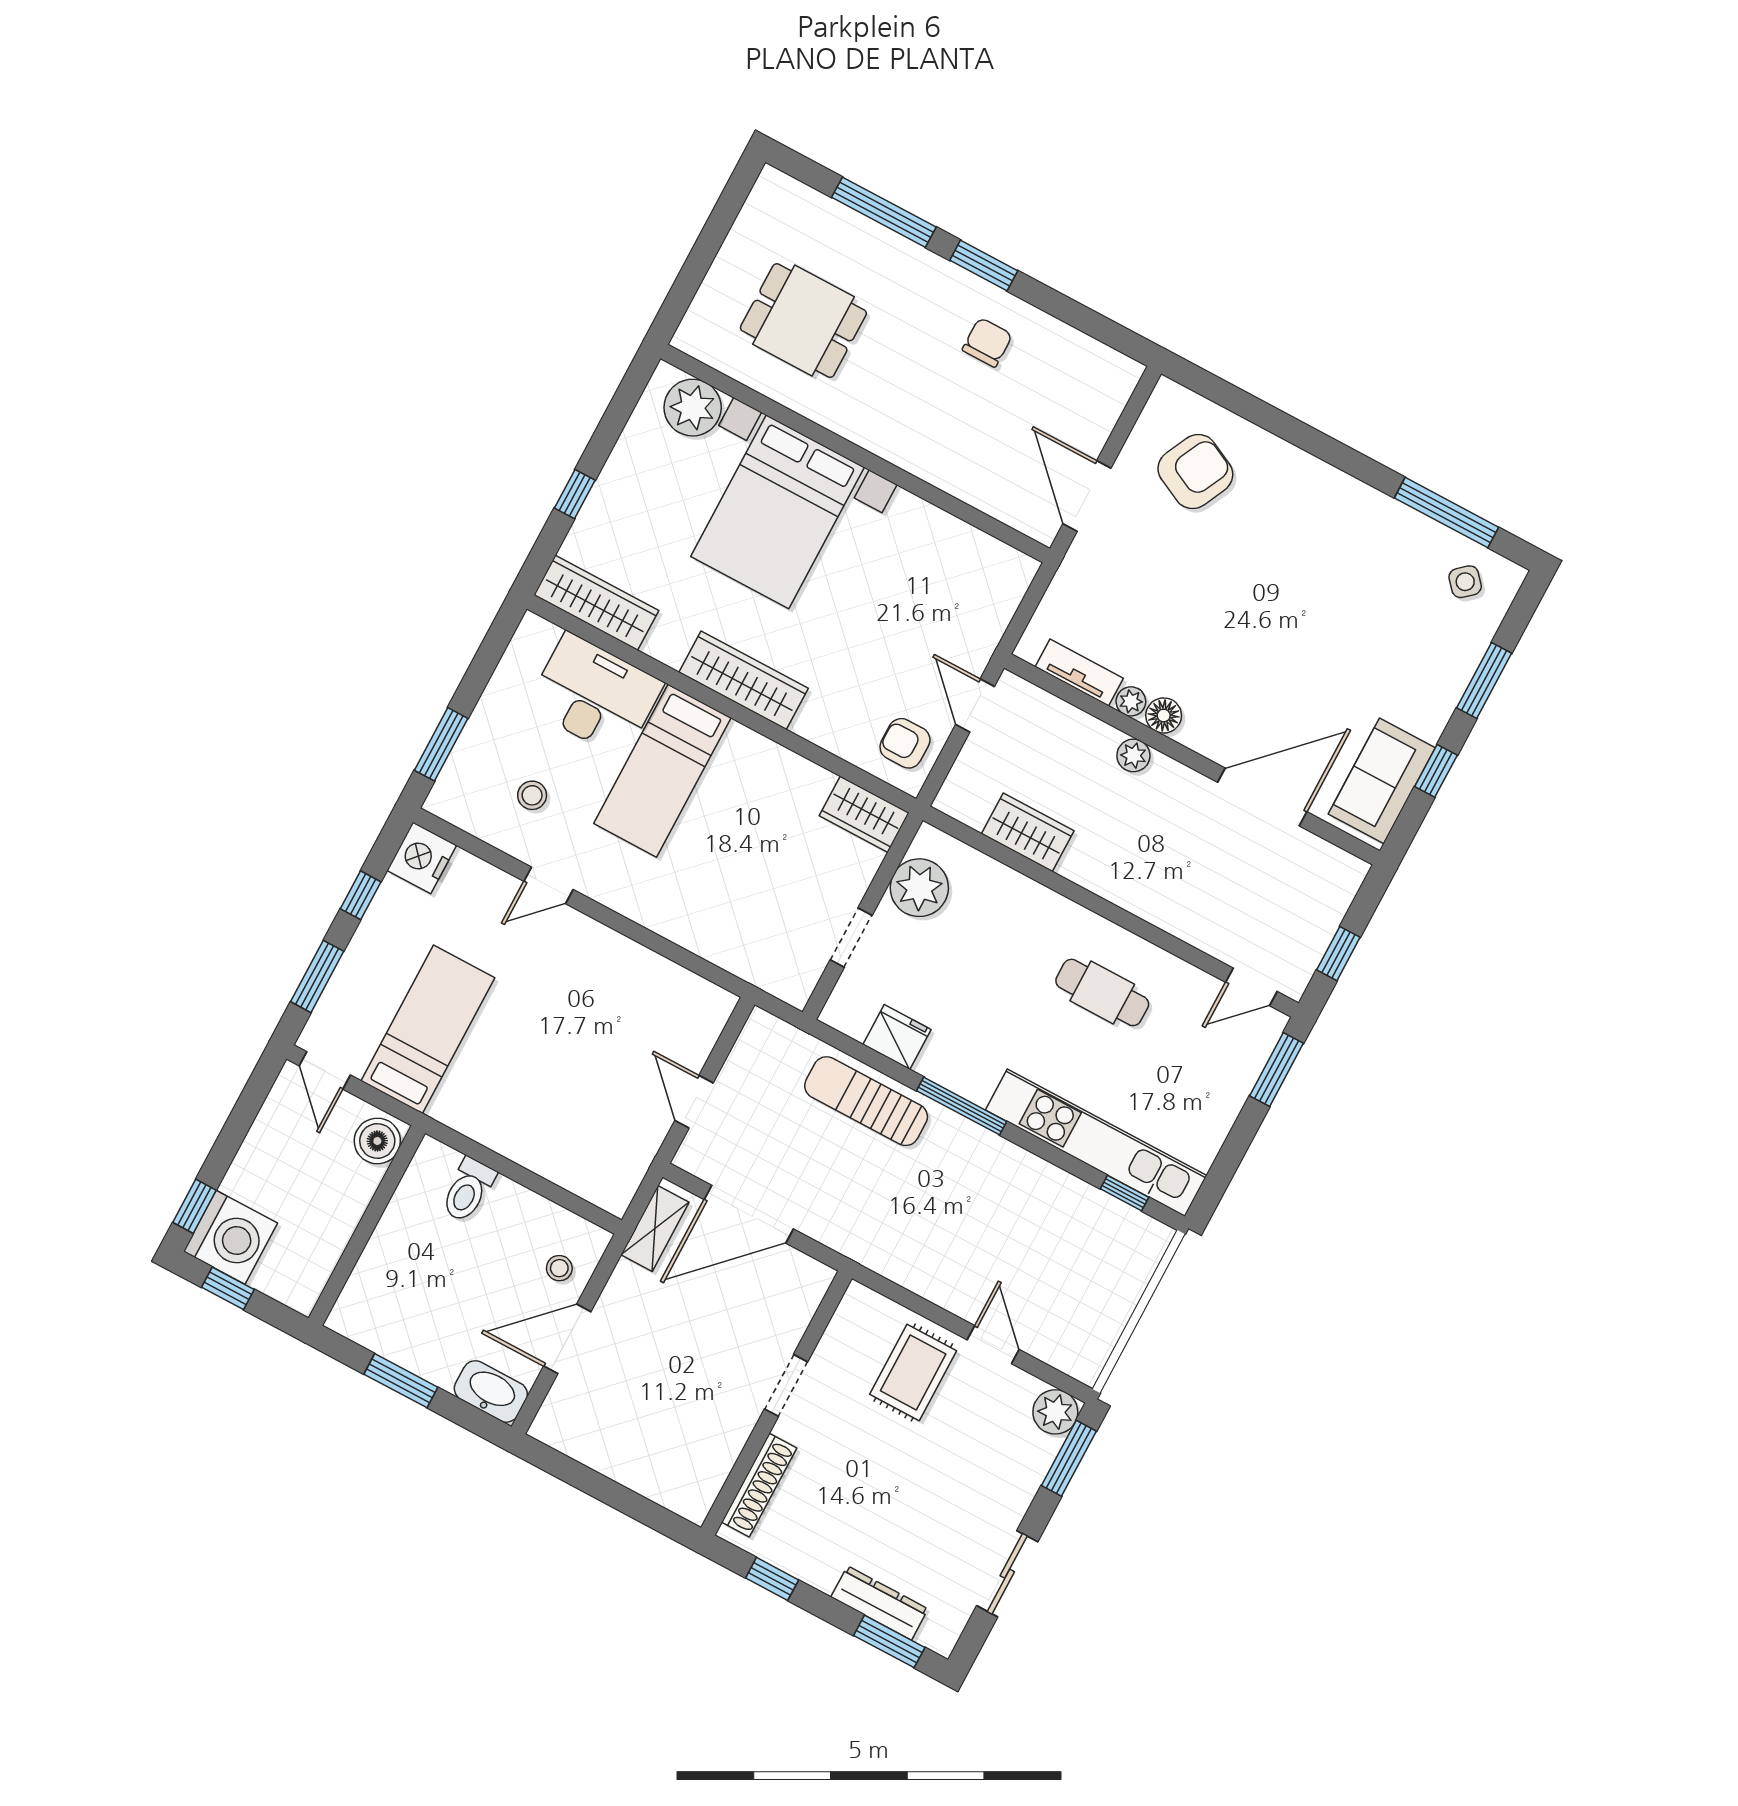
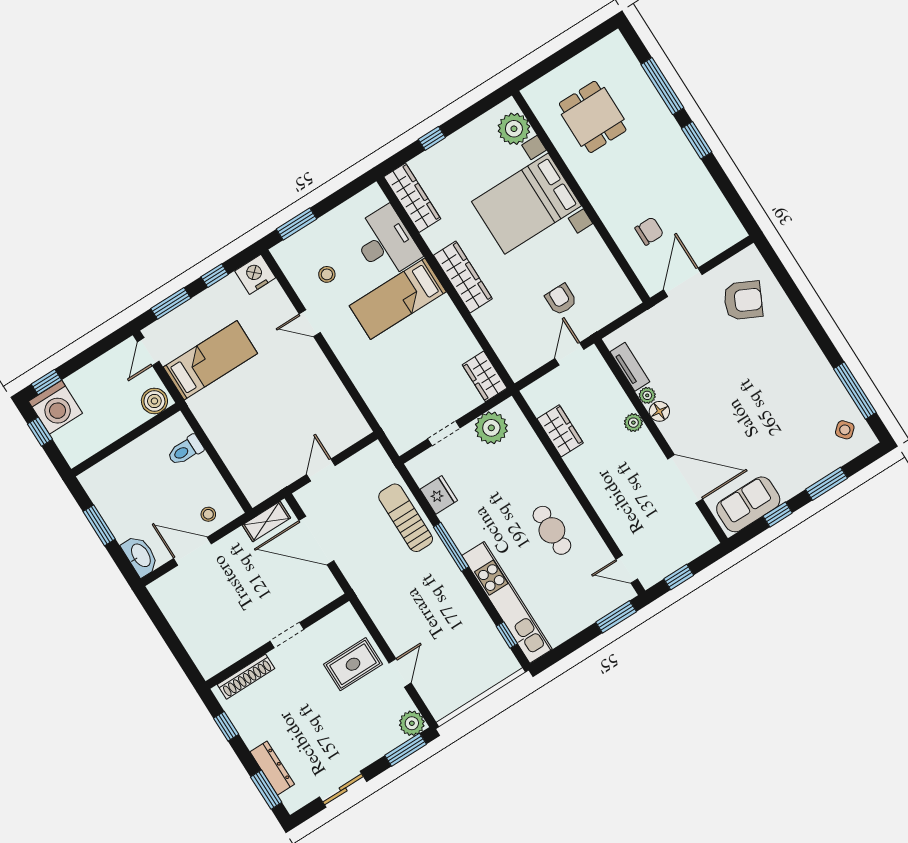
chair: (987, 342) -> (649, 231), moved
armchair: (905, 743) -> (561, 299), moved

